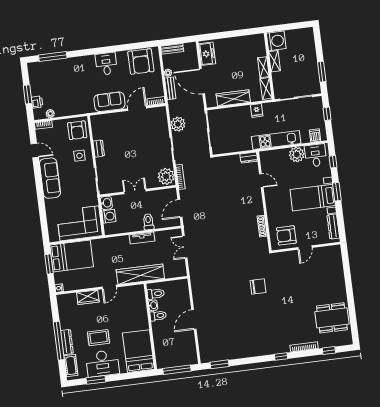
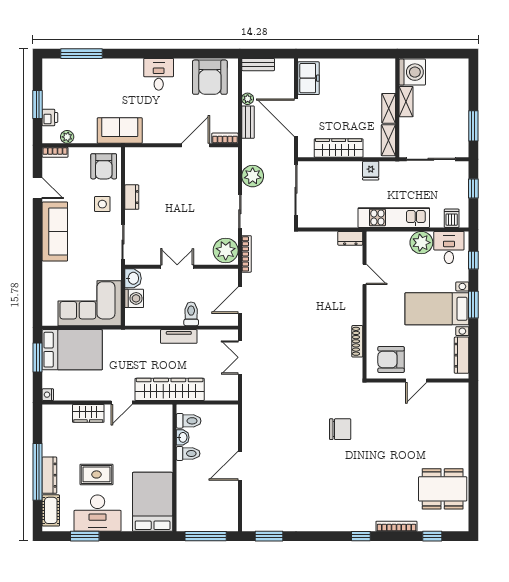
sofa: (110, 102) -> (120, 130), moved

